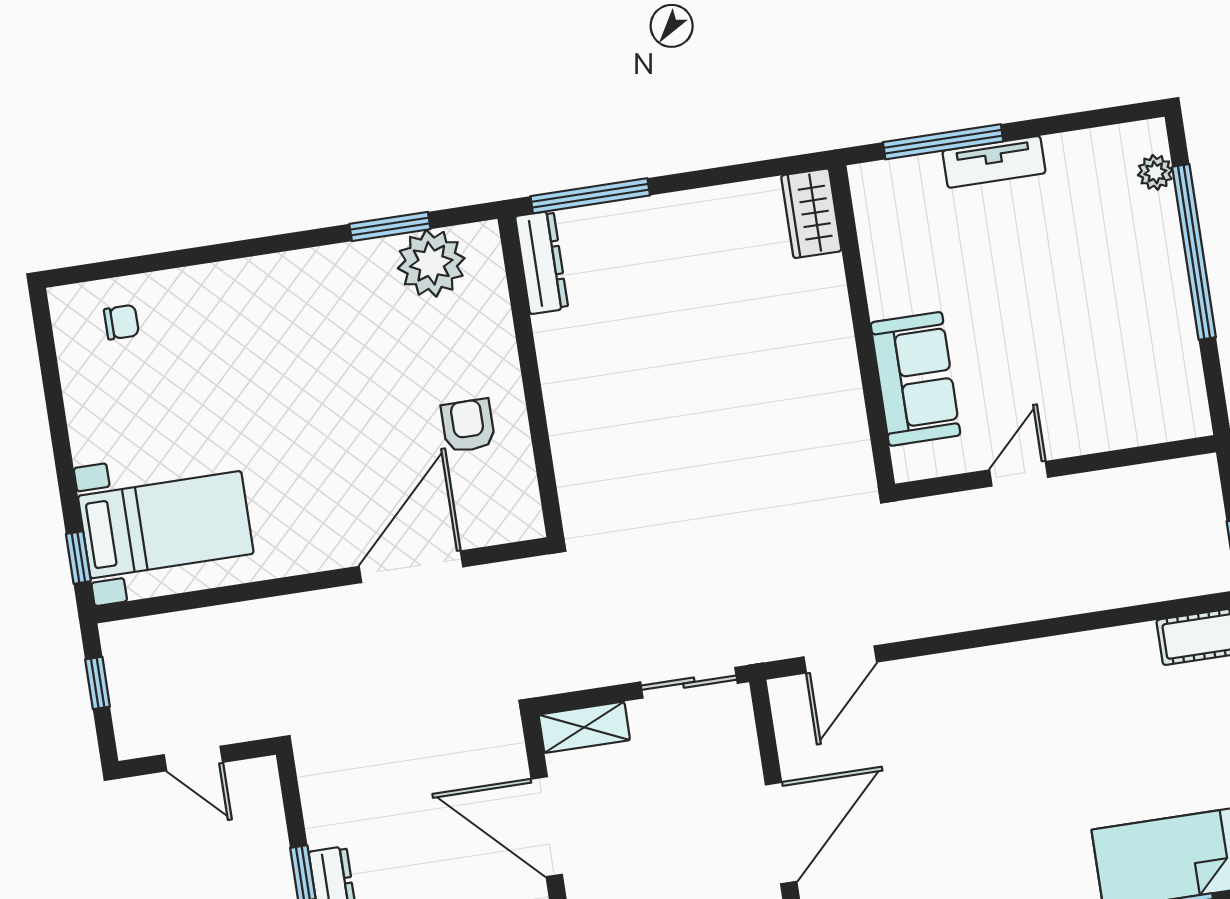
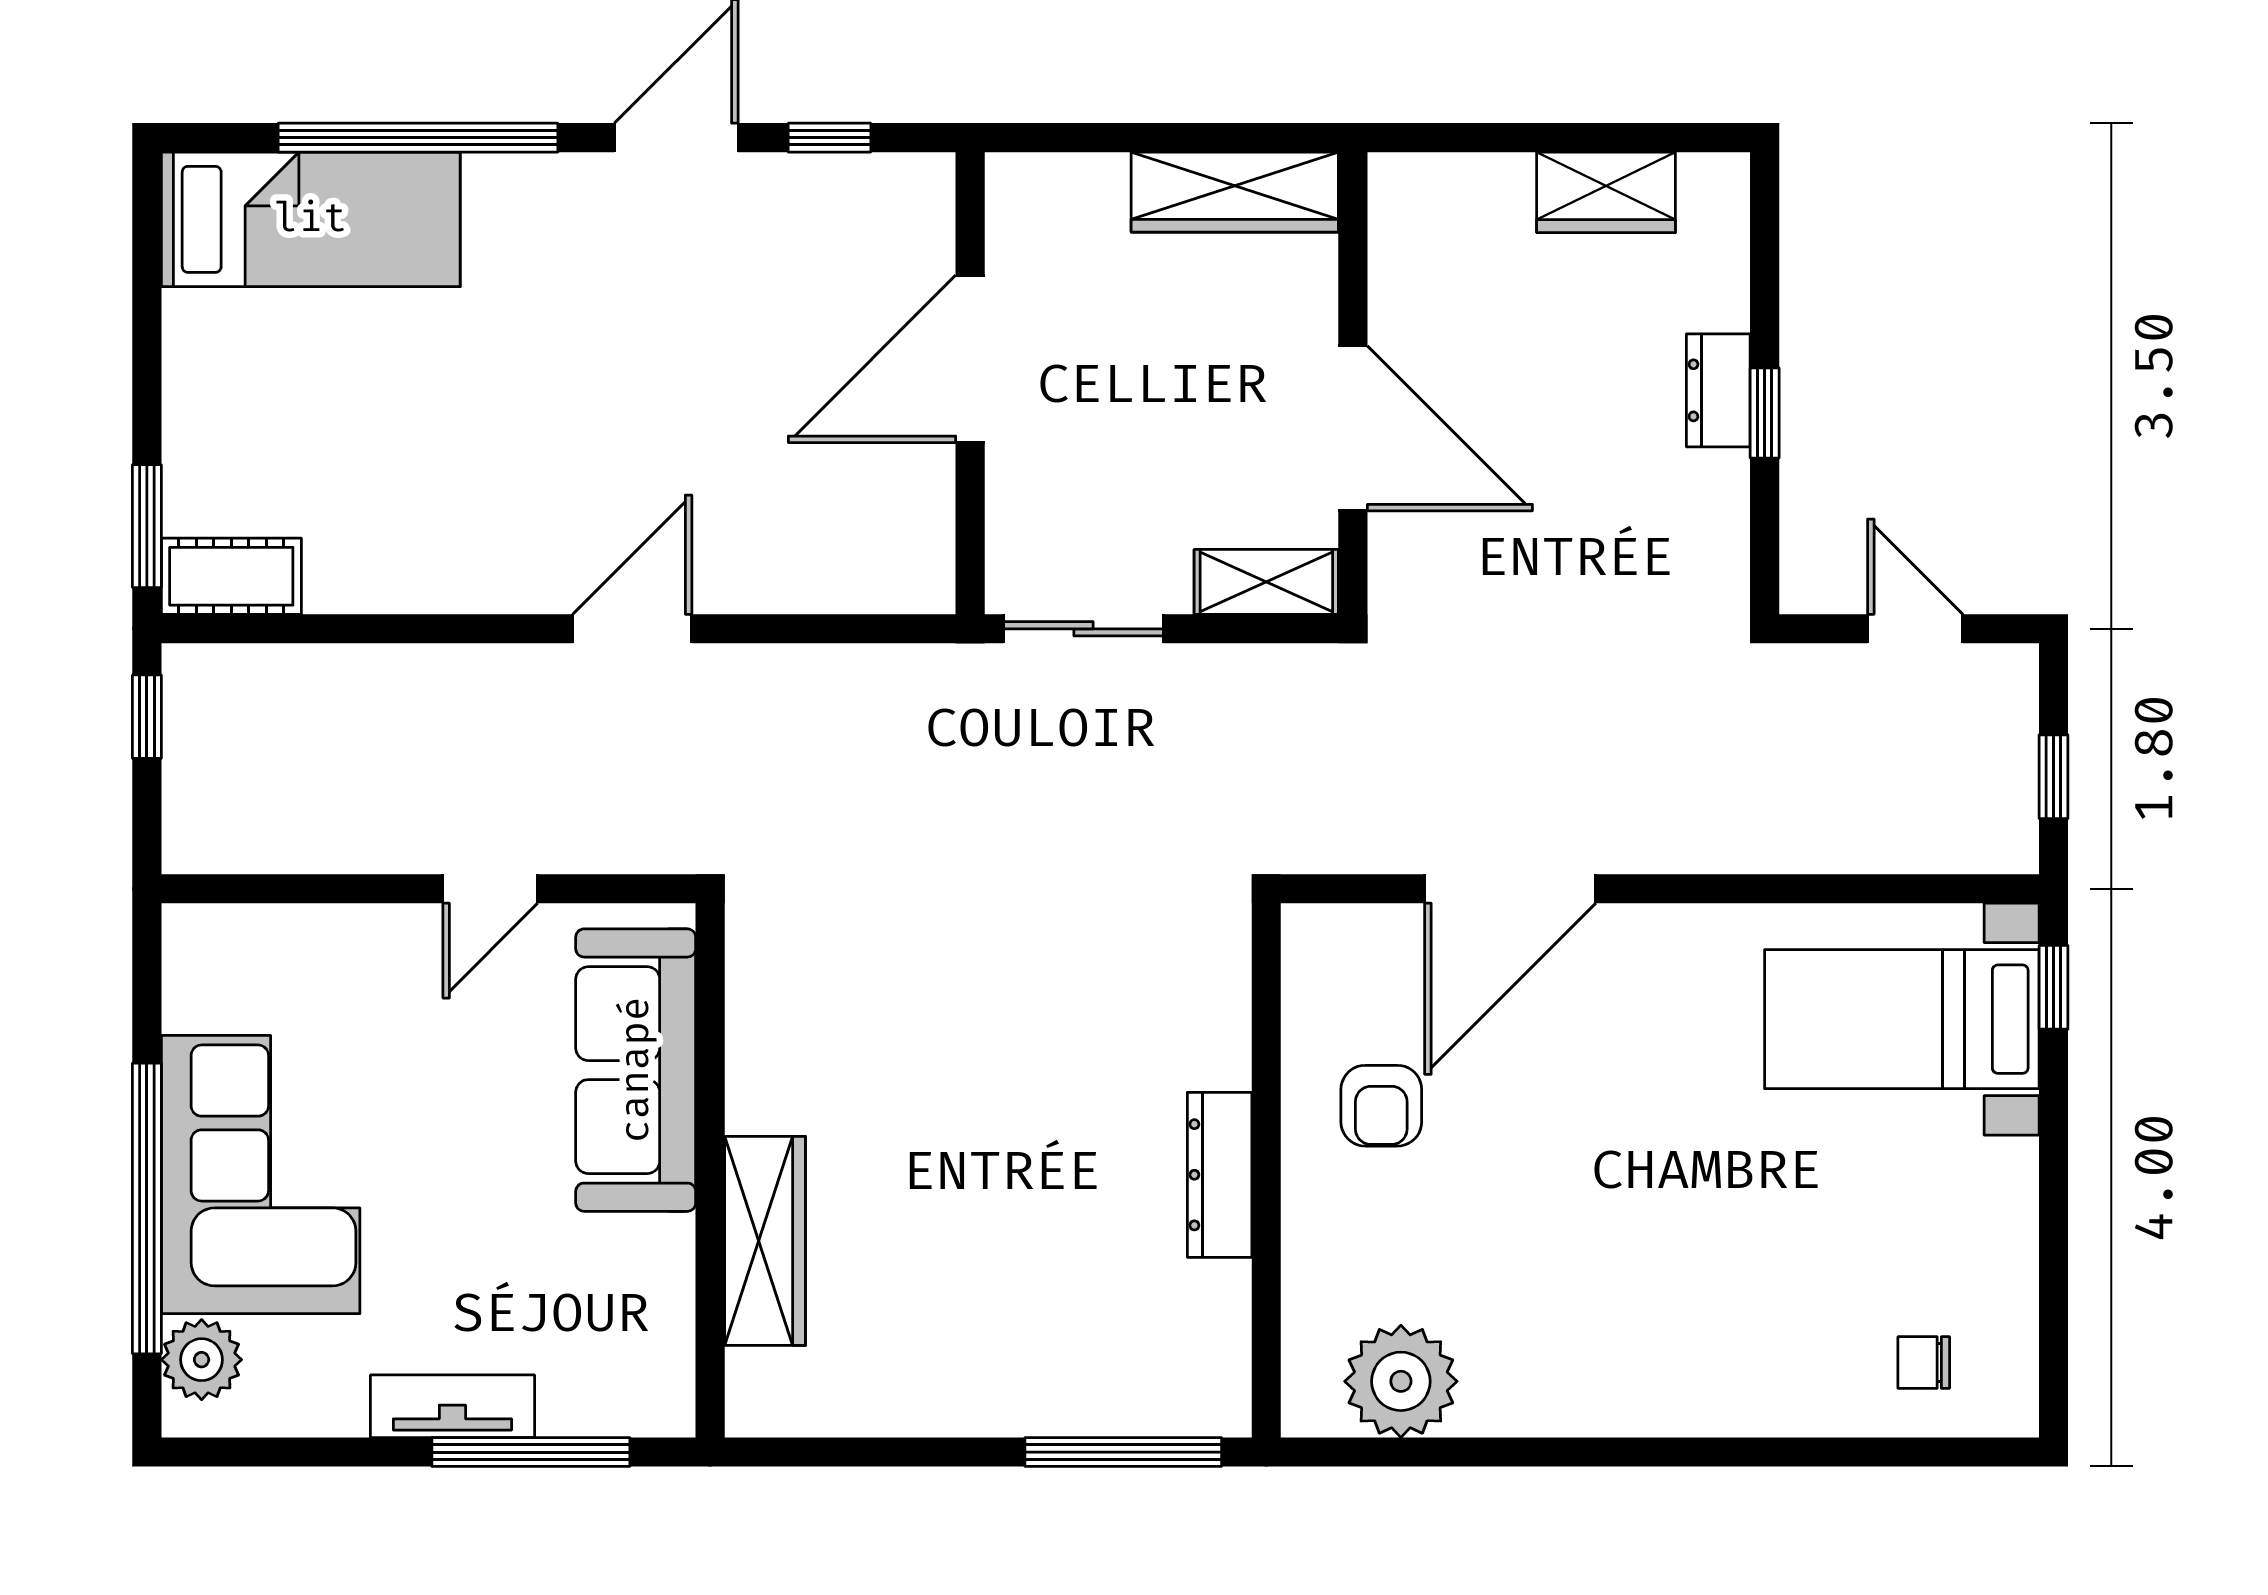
plant: (1155, 172) -> (202, 1360), width x1.38, depth x1.38
wardrobe: (811, 213) -> (765, 1241), moved, width x1.50
window: (390, 226) -> (1459, 1452), removed
dresser: (542, 262) -> (1220, 1175), moved
corner sofa: (1129, 283) -> (261, 1175), added
sofa: (915, 379) -> (636, 1070), width x1.36
door: (840, 660) -> (632, 629), moved

